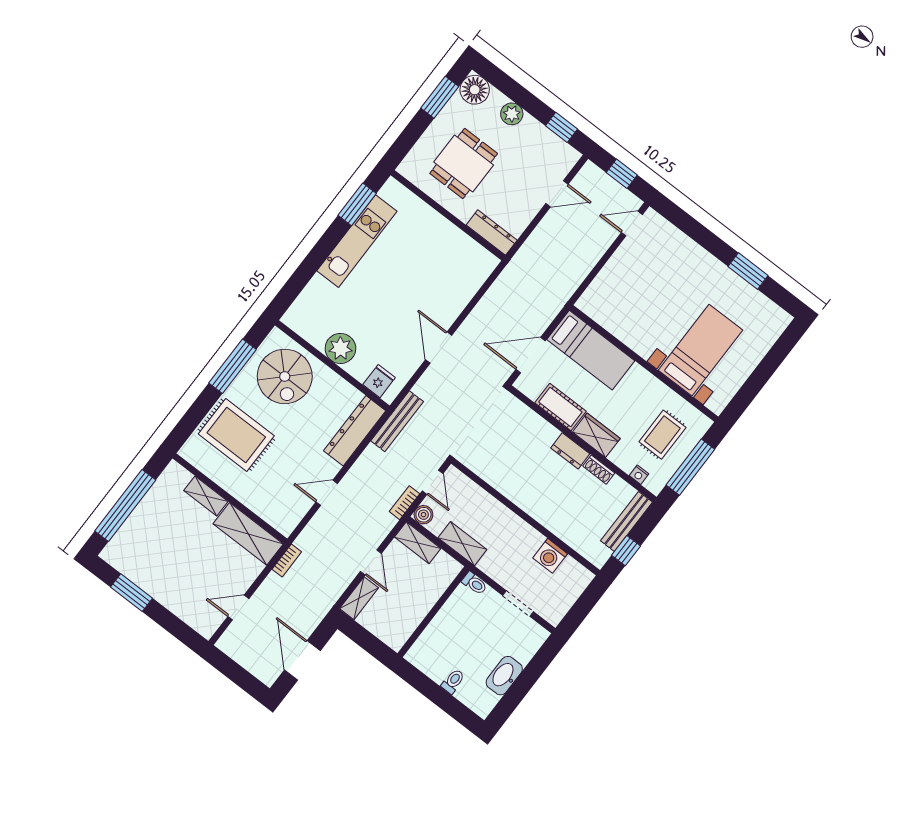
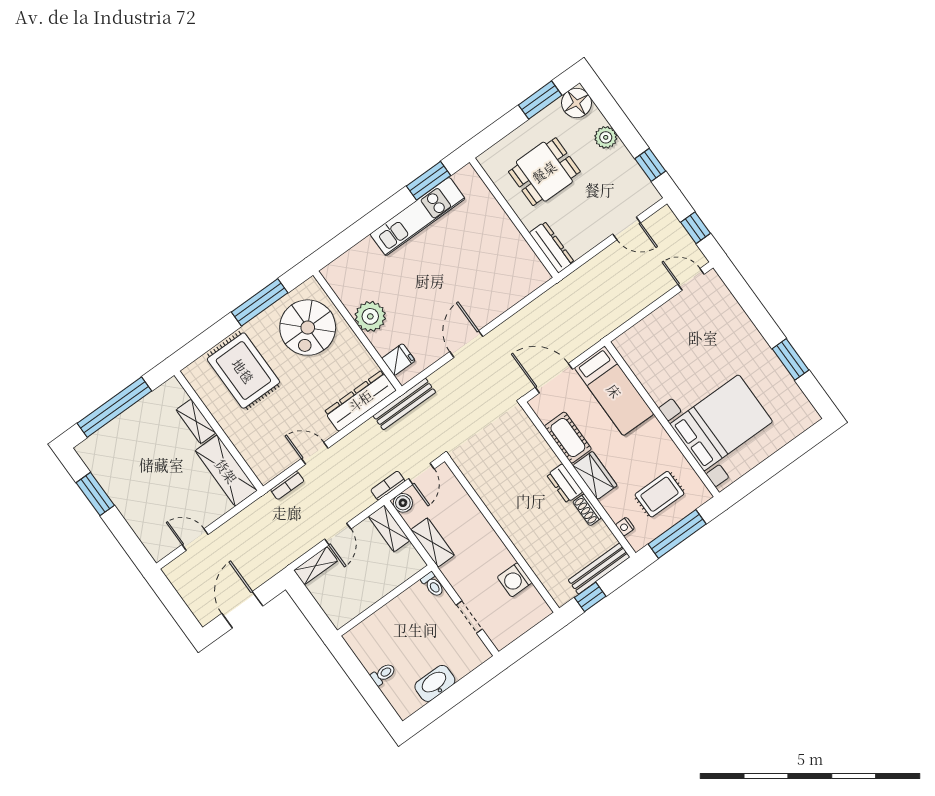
bed with nightstands: (701, 350) -> (721, 423), width x1.36
bookcase: (287, 560) -> (287, 485), moved

